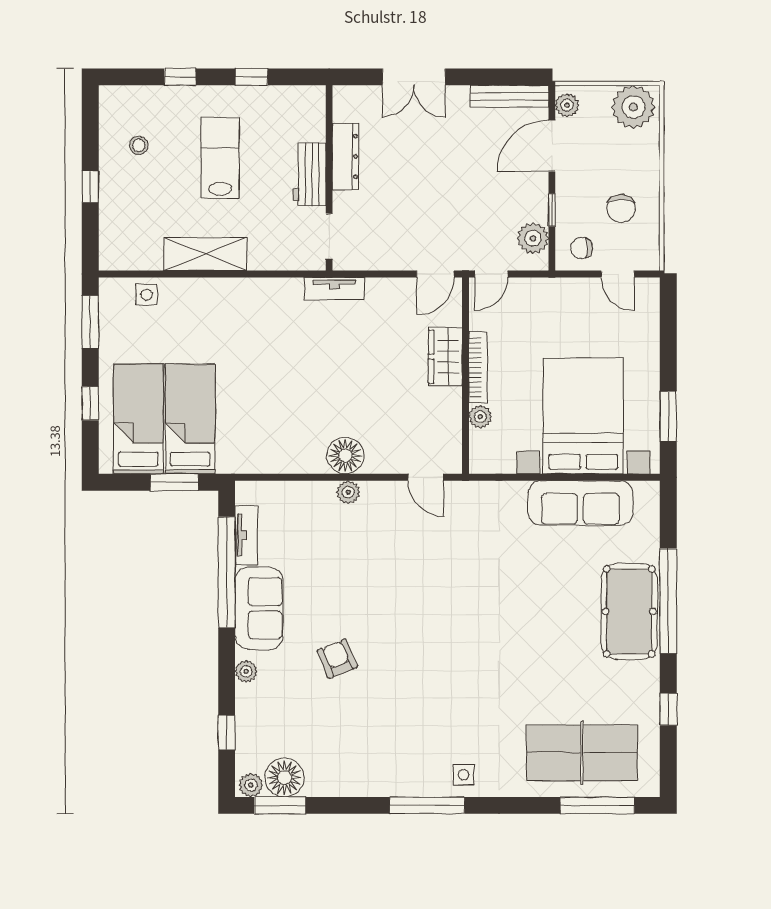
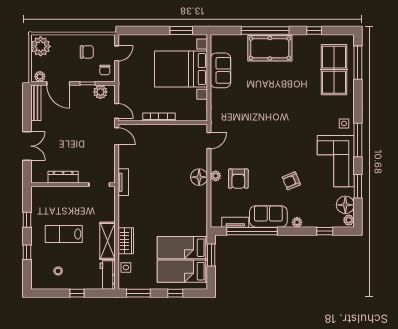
workbench: (309, 174) -> (108, 275), moved, turned 90
wardrobe: (445, 357) -> (126, 241), moved, turned -90
plant: (480, 417) -> (181, 116), removed
sofa: (580, 503) -> (221, 70), width x0.73
armchair: (342, 542) -> (238, 179), added
corner sofa: (381, 757) -> (336, 161), added
window: (280, 805) -> (358, 186), moved

